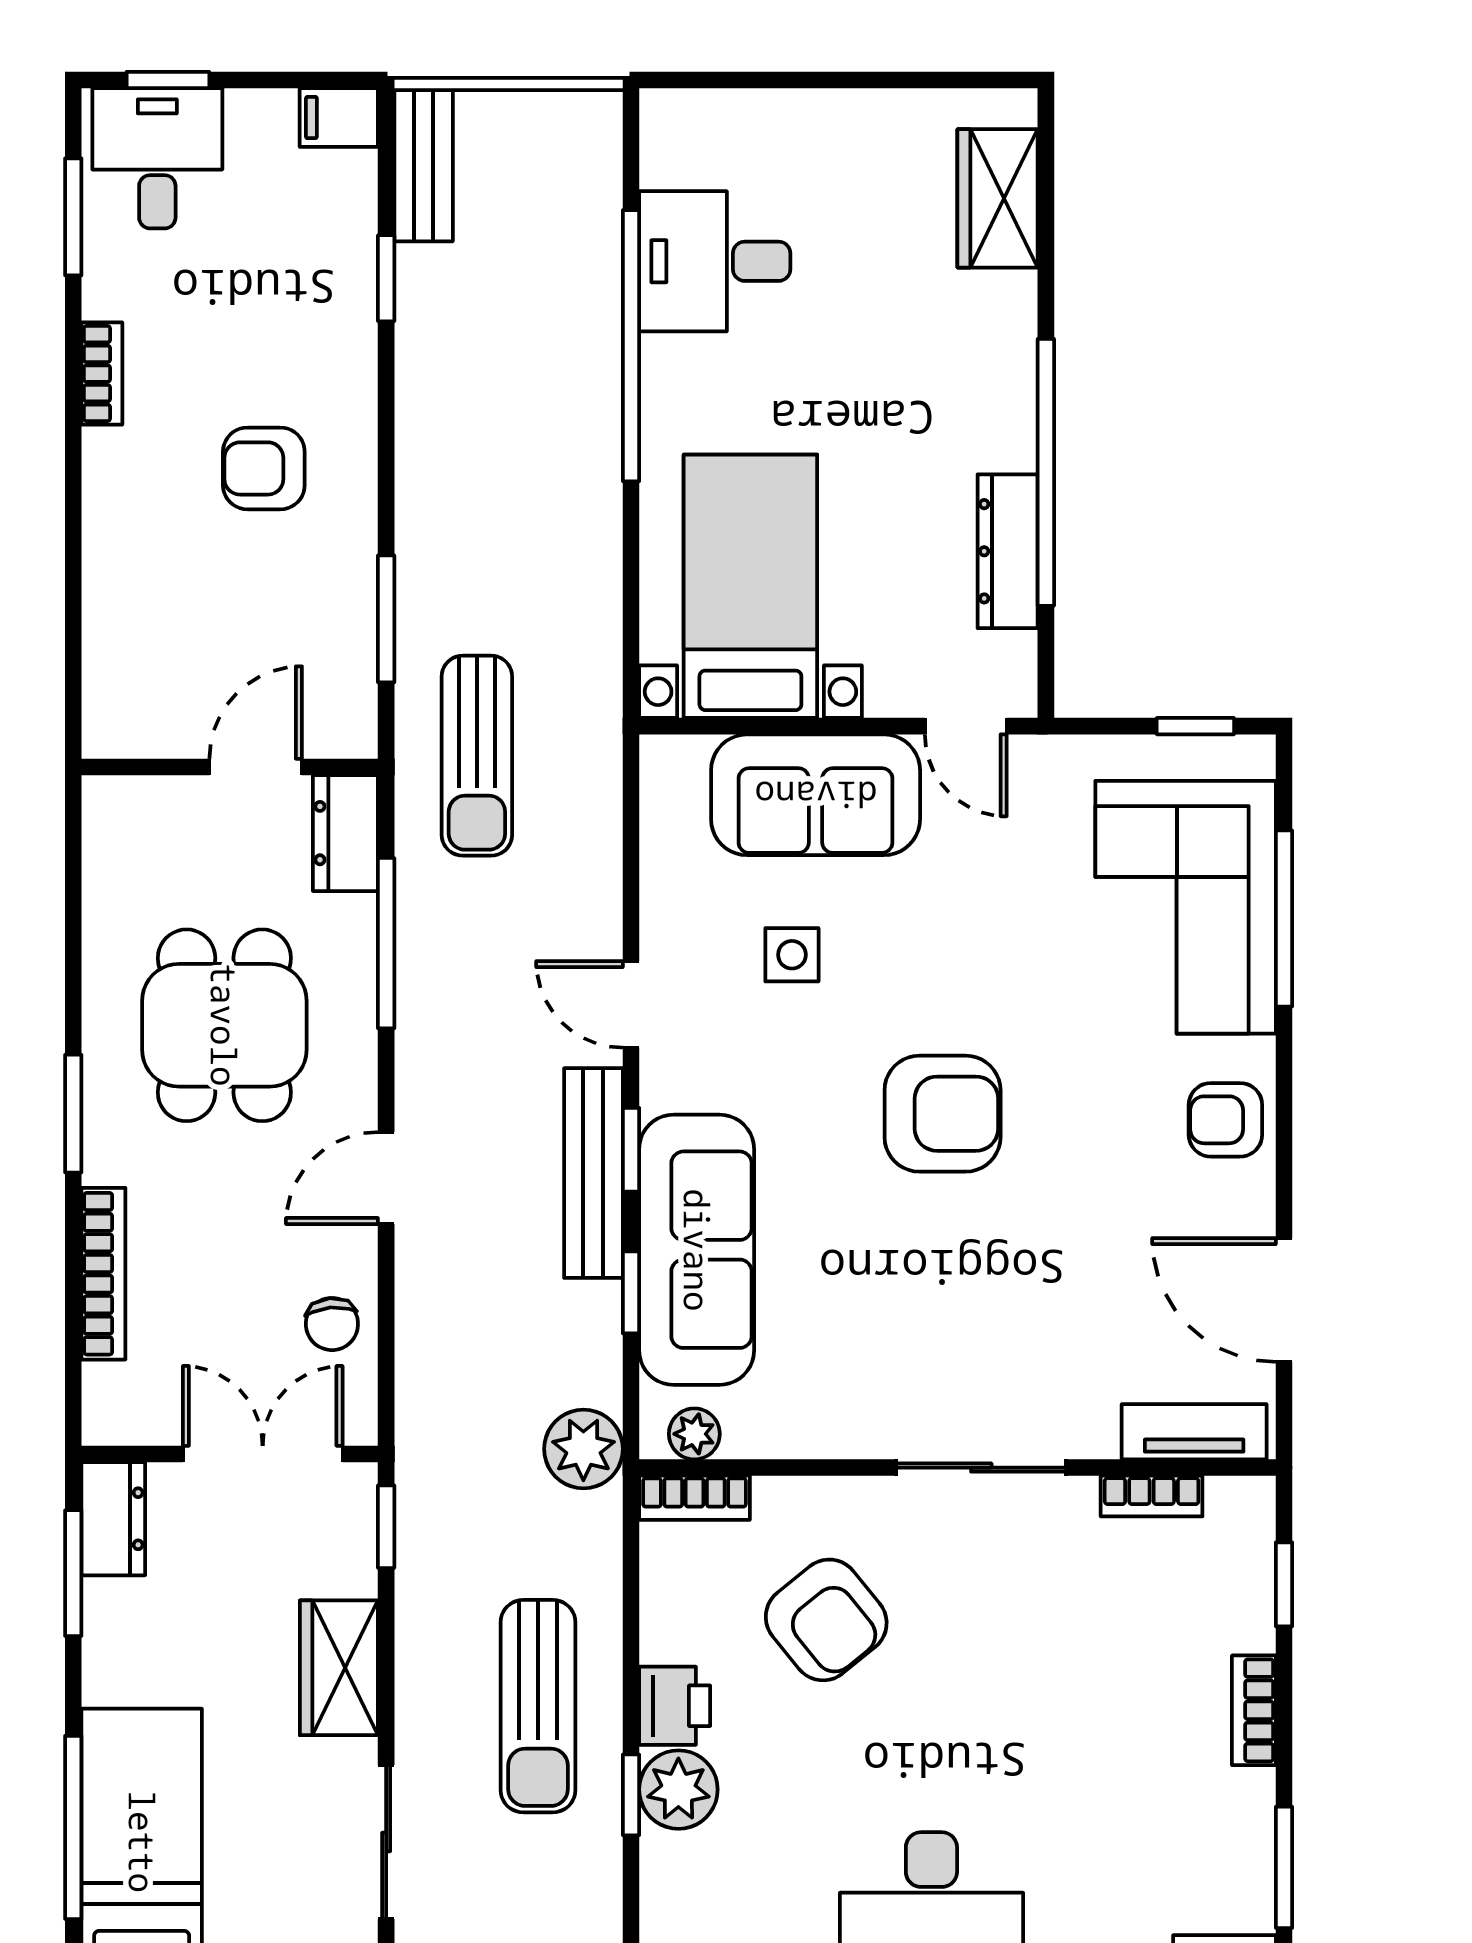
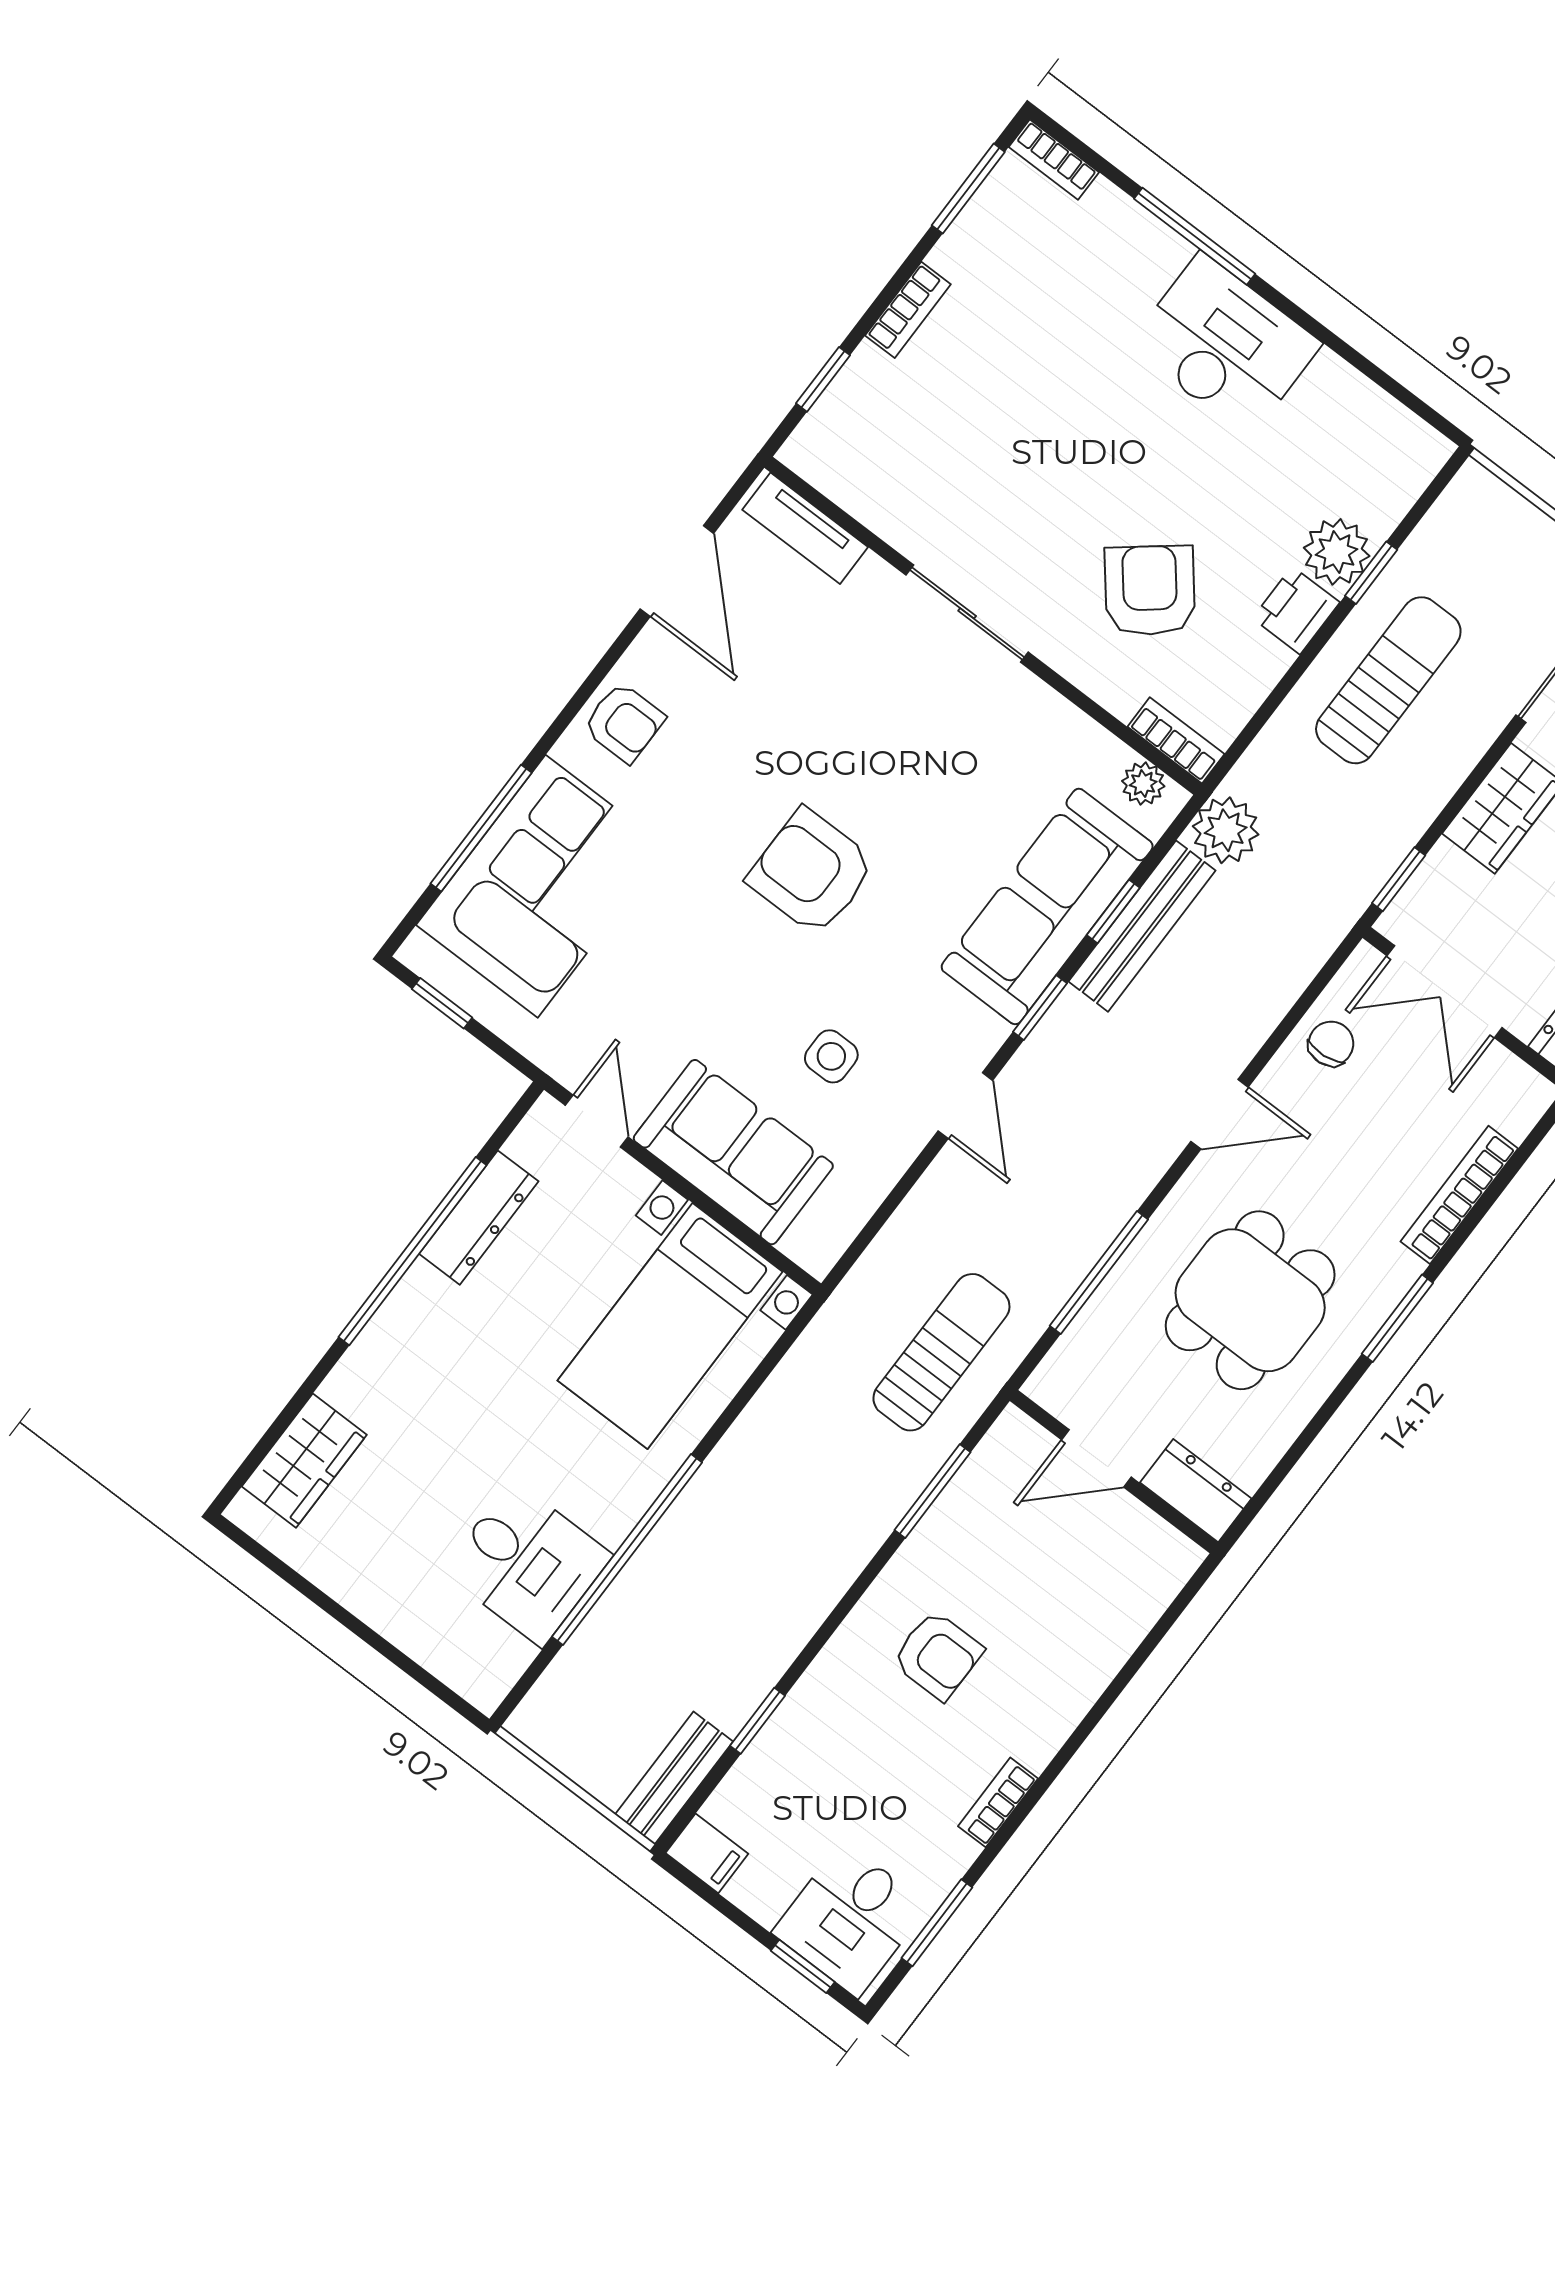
dresser: (345, 833) -> (1196, 1491), moved, turned -90
bench: (593, 1173) -> (1142, 926), moved
bookcase: (1152, 1496) -> (867, 507), removed

